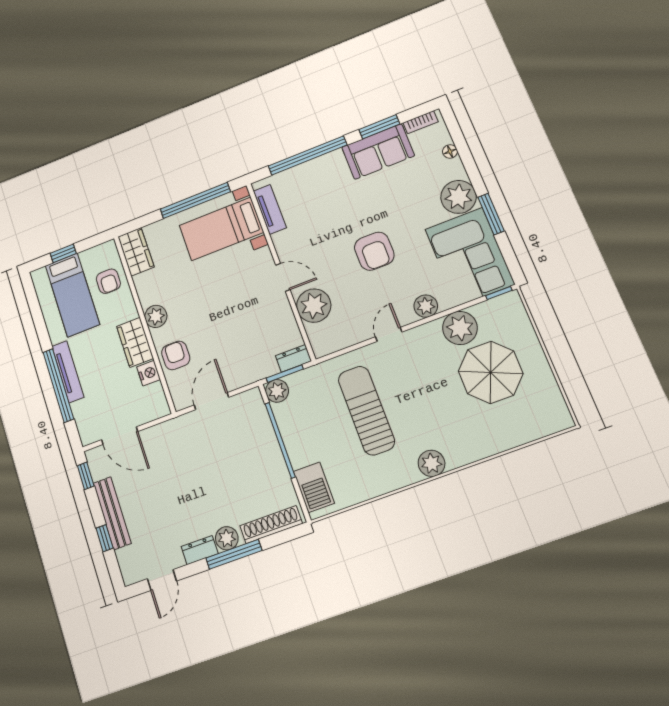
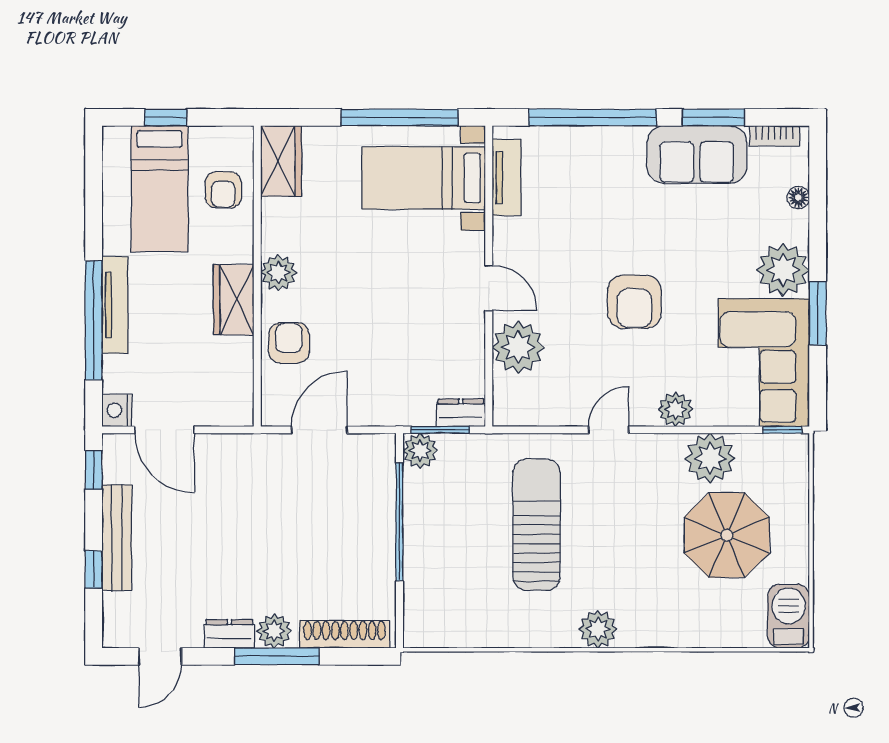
nightstand: (149, 373) -> (117, 410), moved, turned 180
barbecue: (314, 487) -> (789, 616), moved, turned 180

